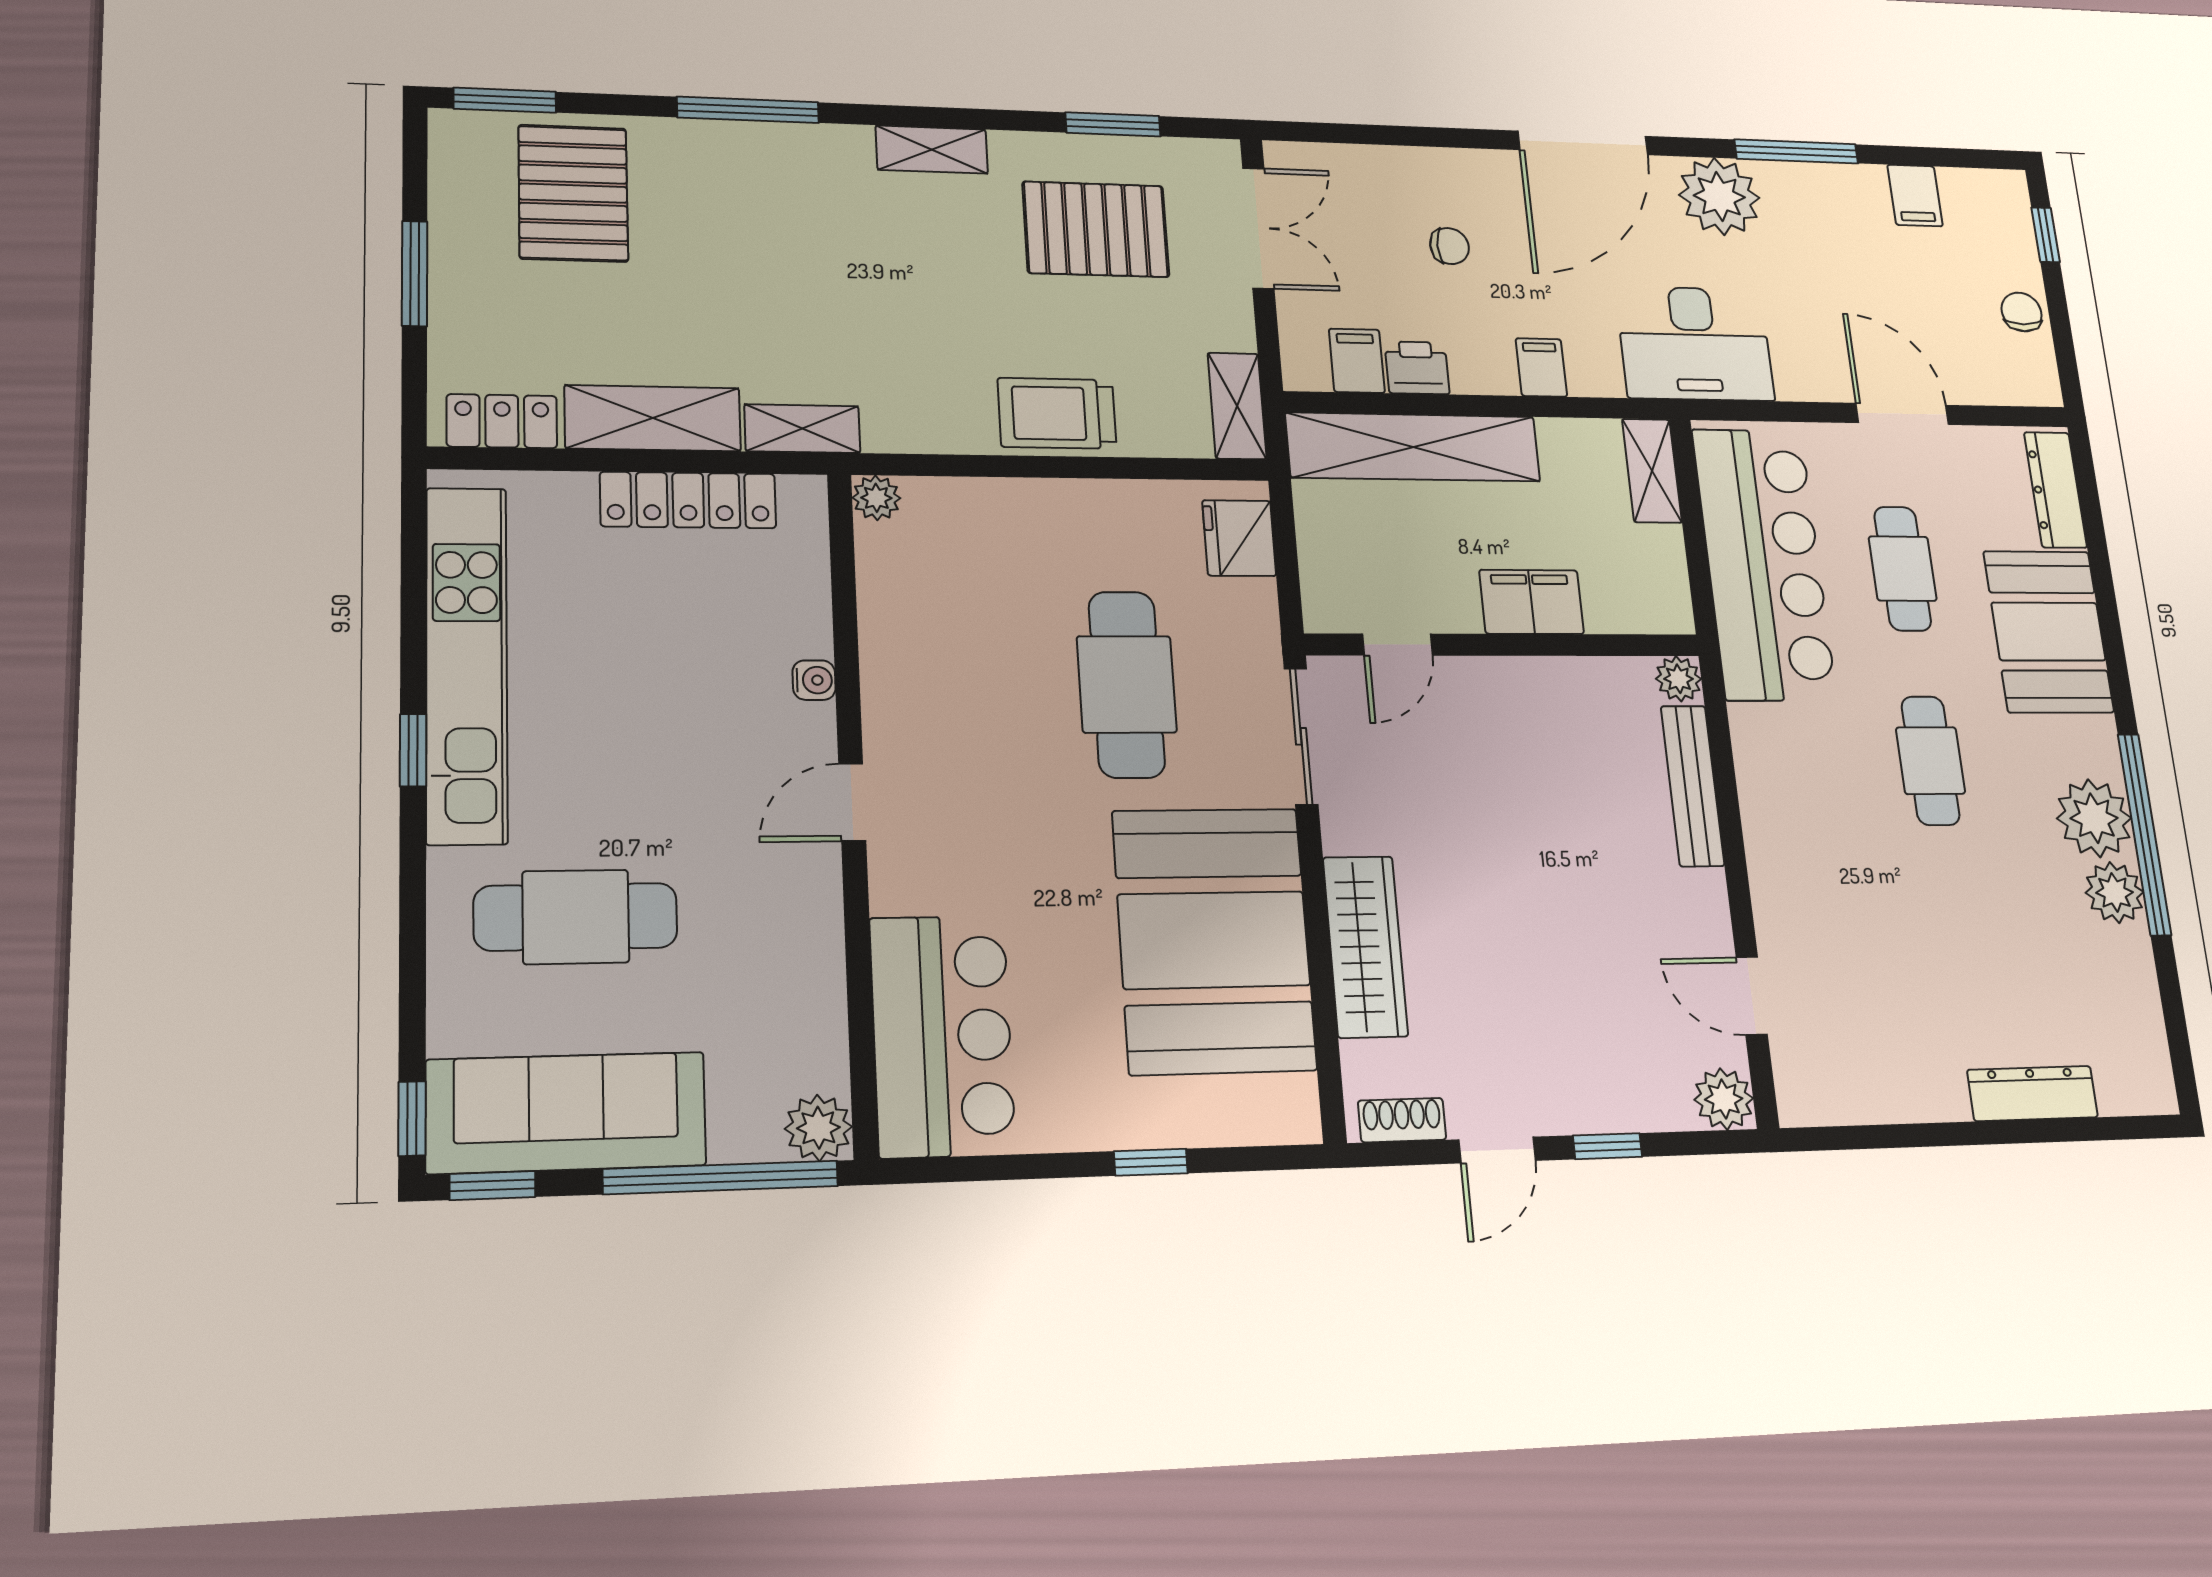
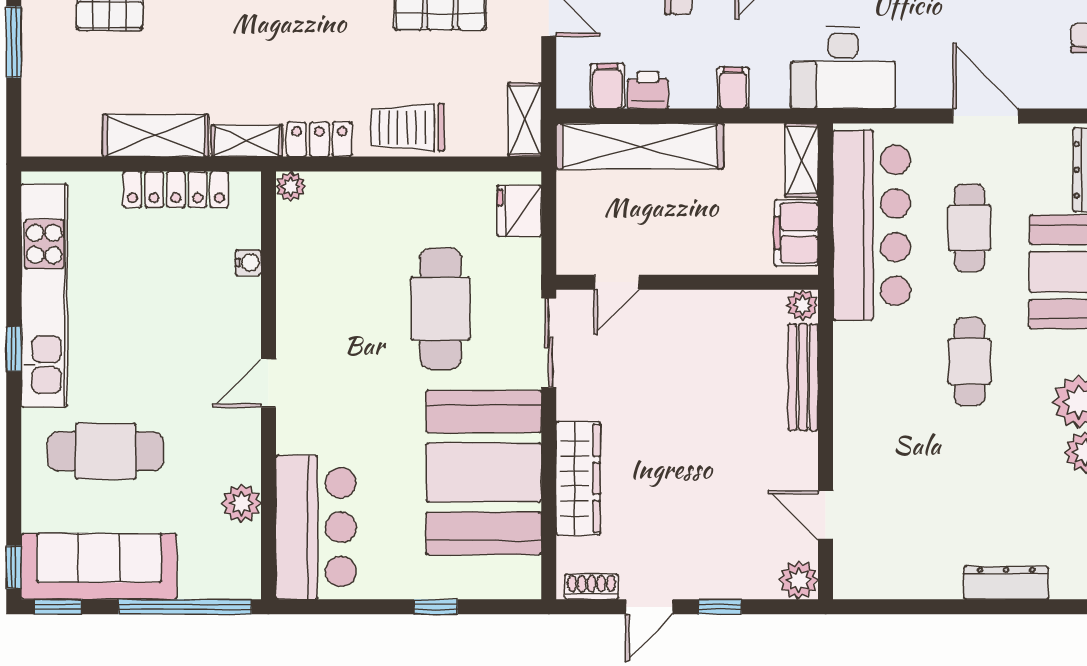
locker: (502, 421) -> (319, 139), moved
filing cabinet: (1532, 602) -> (796, 233), moved, turned -90
water cooler: (814, 680) -> (248, 263), moved
plant: (818, 1128) -> (241, 503), moved

